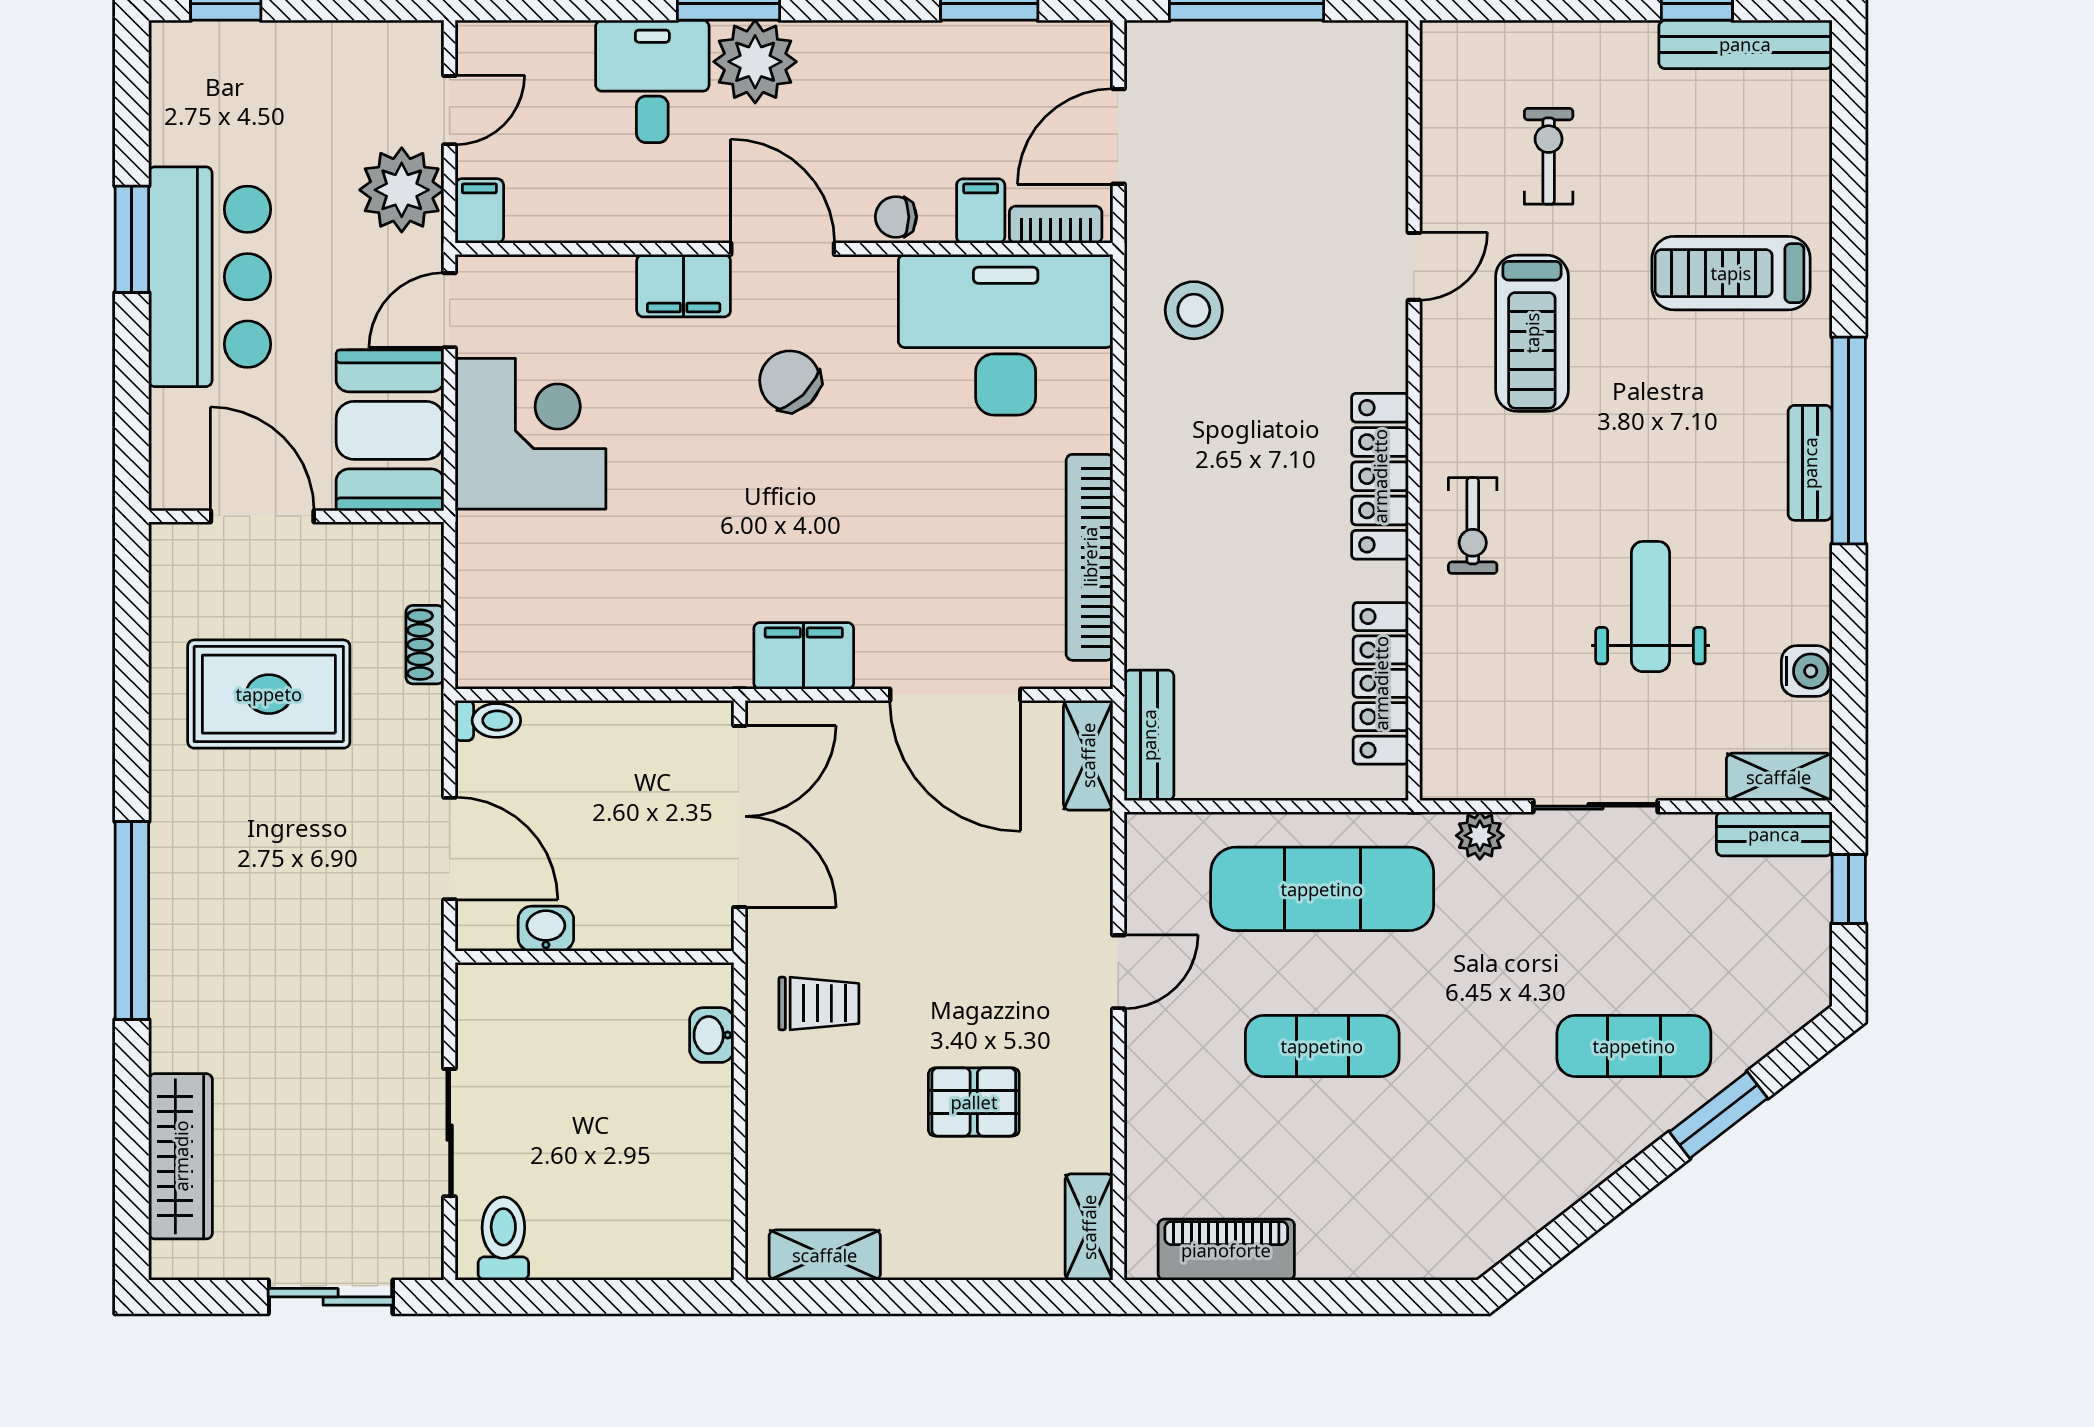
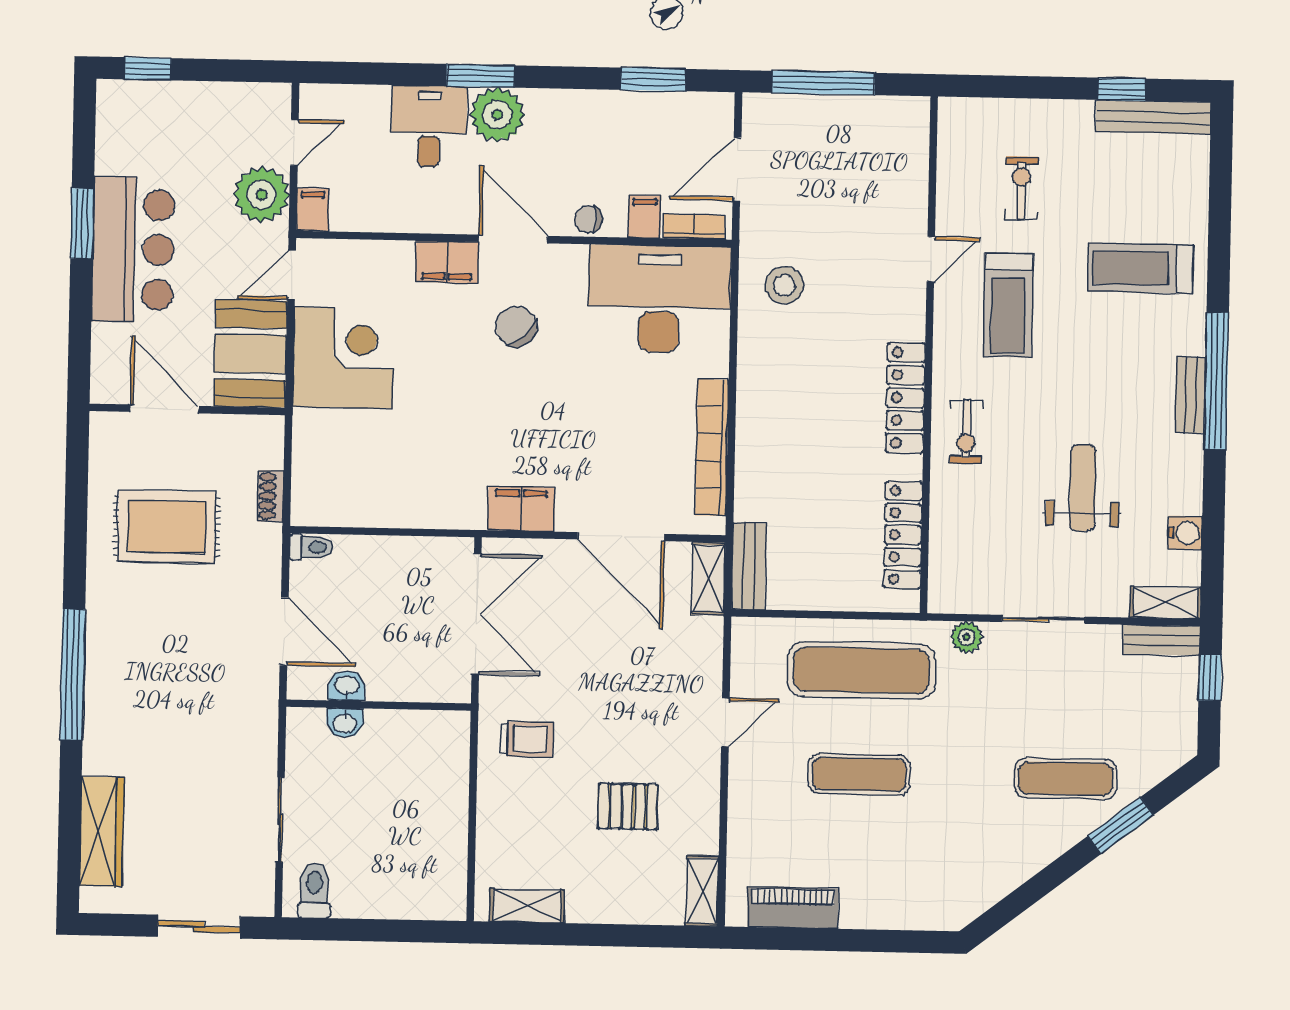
washbasin: (712, 1035) -> (345, 723), moved, turned -90

